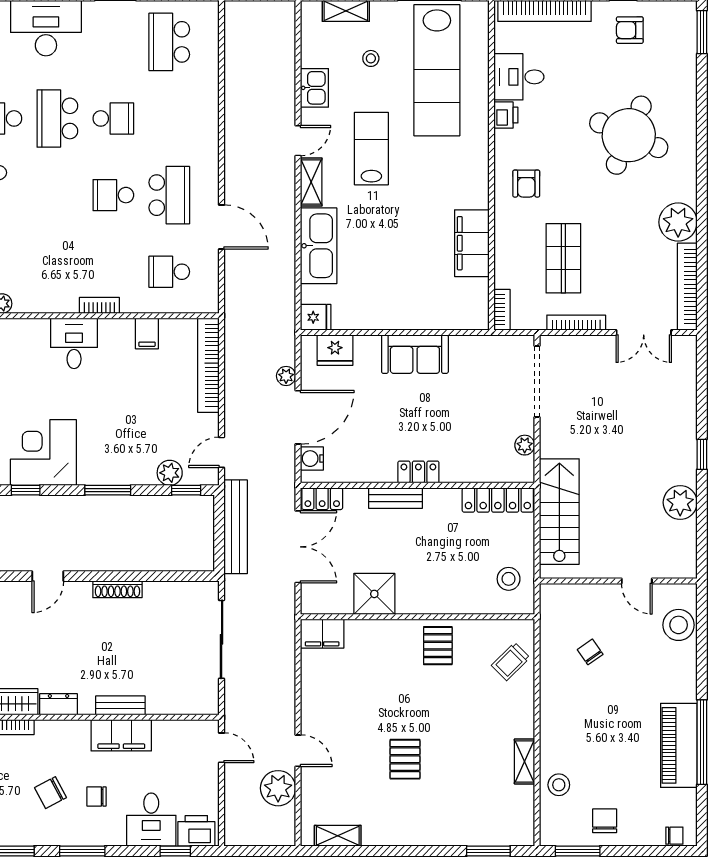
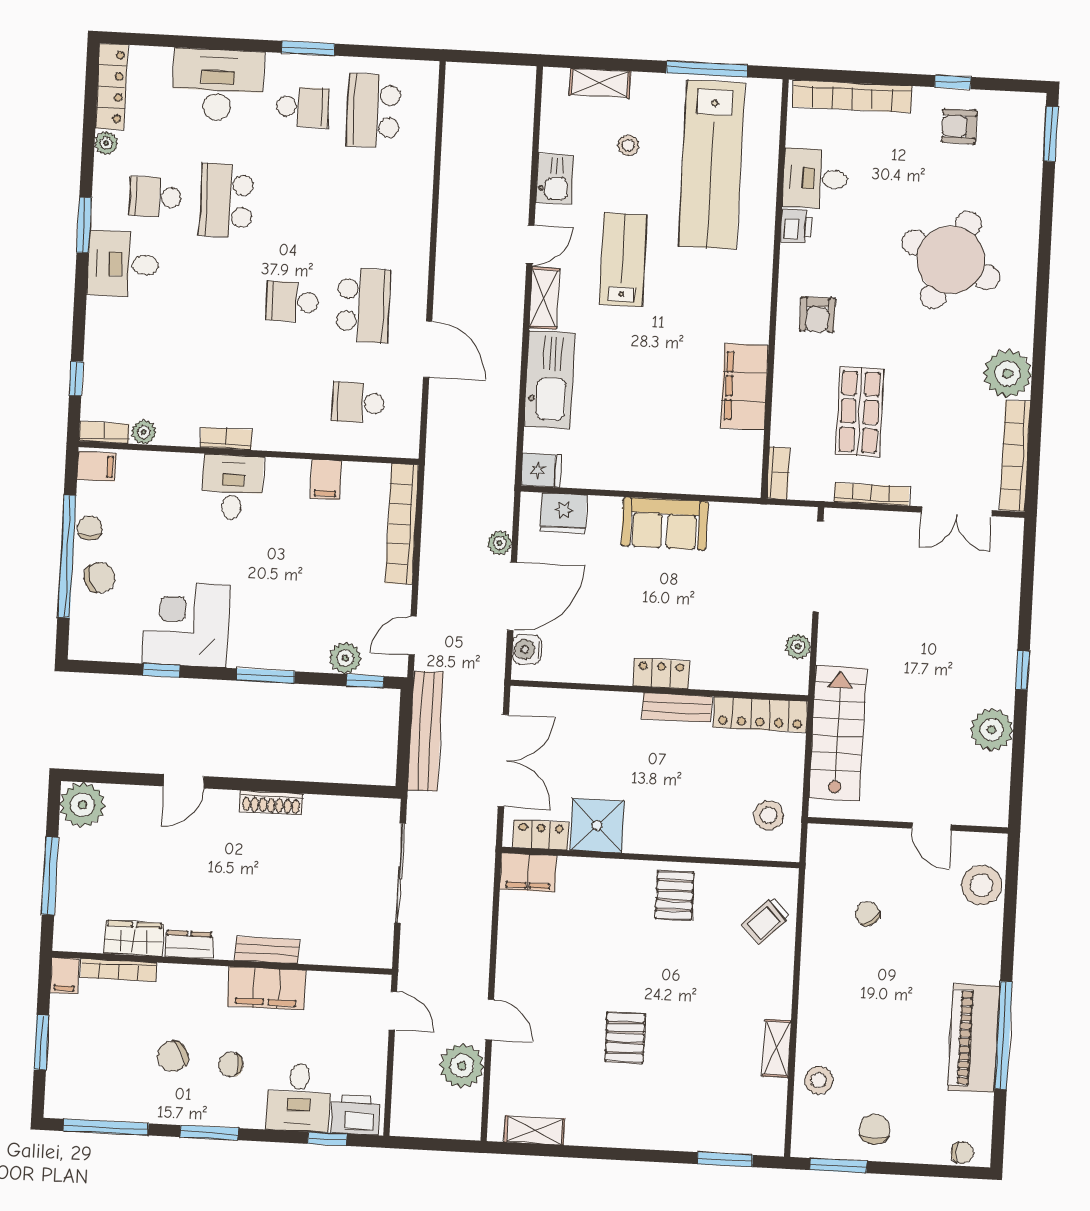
school desk: (113, 118) -> (302, 107), moved
bookcase: (99, 305) -> (226, 439), moved
bench: (395, 498) -> (677, 708), moved
locker: (322, 499) -> (541, 835), moved, turned 180

